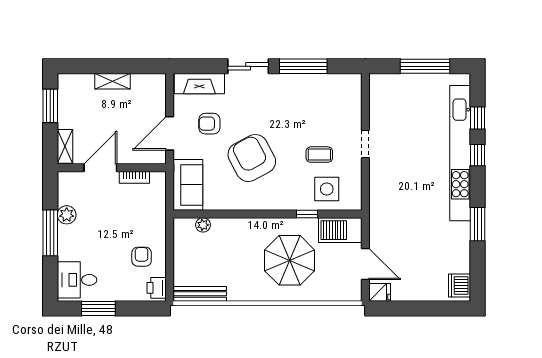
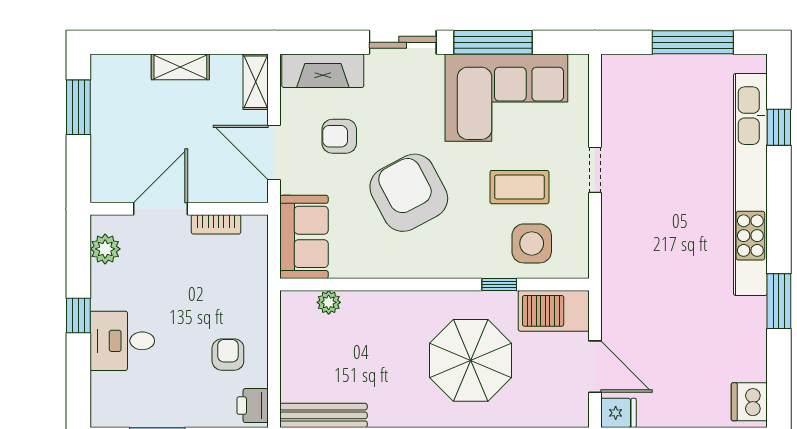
corner sofa: (311, 100) -> (506, 98), added
door: (170, 133) -> (274, 152), hinge flipped
shelving: (65, 146) -> (256, 82), moved
coffee table: (319, 155) -> (519, 187), width x1.36, depth x1.30
window: (478, 155) -> (779, 188), removed
plant: (67, 215) -> (105, 249), moved
window: (50, 233) -> (78, 316), width x0.46
desk: (77, 280) -> (122, 341), moved

